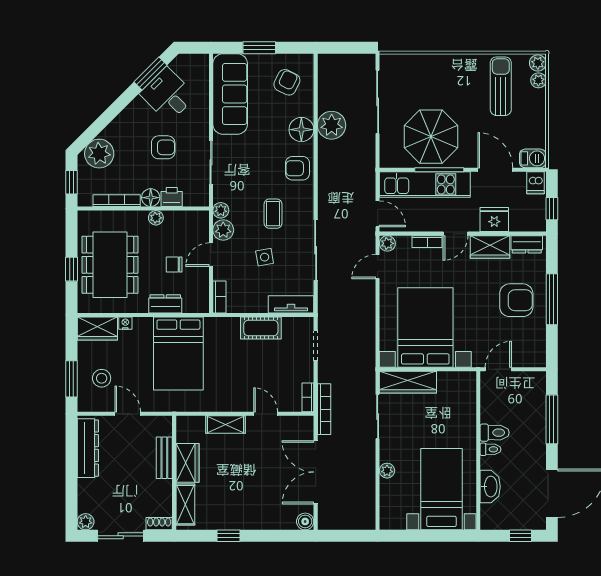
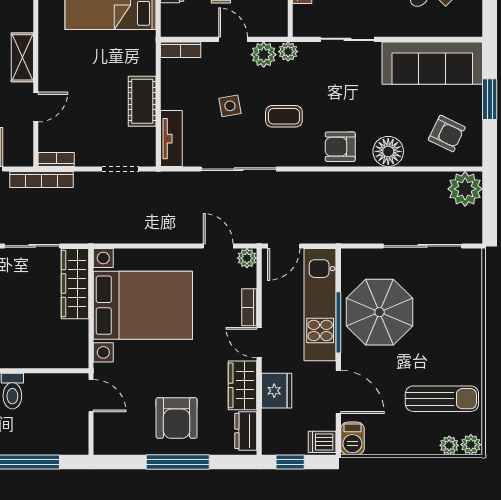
plant: (332, 125) -> (465, 189), moved
armchair: (298, 168) -> (340, 147), turned -90
door: (495, 170) -> (338, 392), hinge flipped

